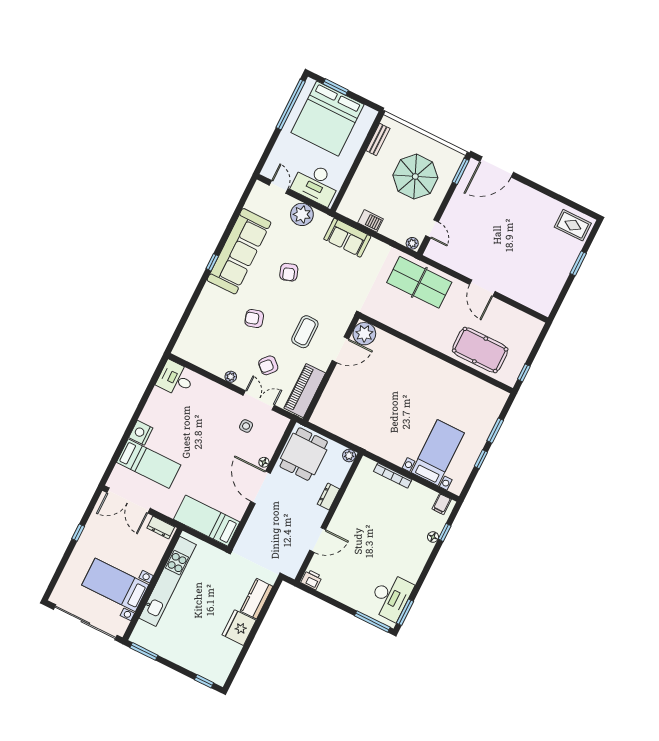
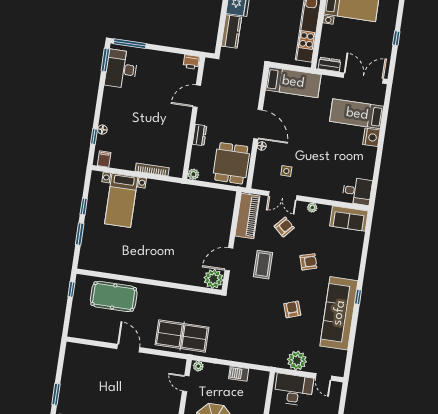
sofa: (347, 238) -> (349, 219), moved, turned 180

